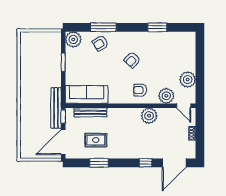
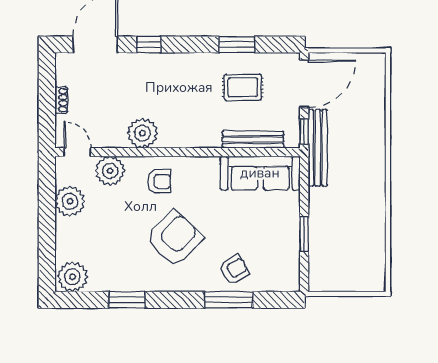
plant: (73, 39) -> (72, 277), moved
armchair: (132, 60) -> (174, 238), width x1.88, depth x1.88

